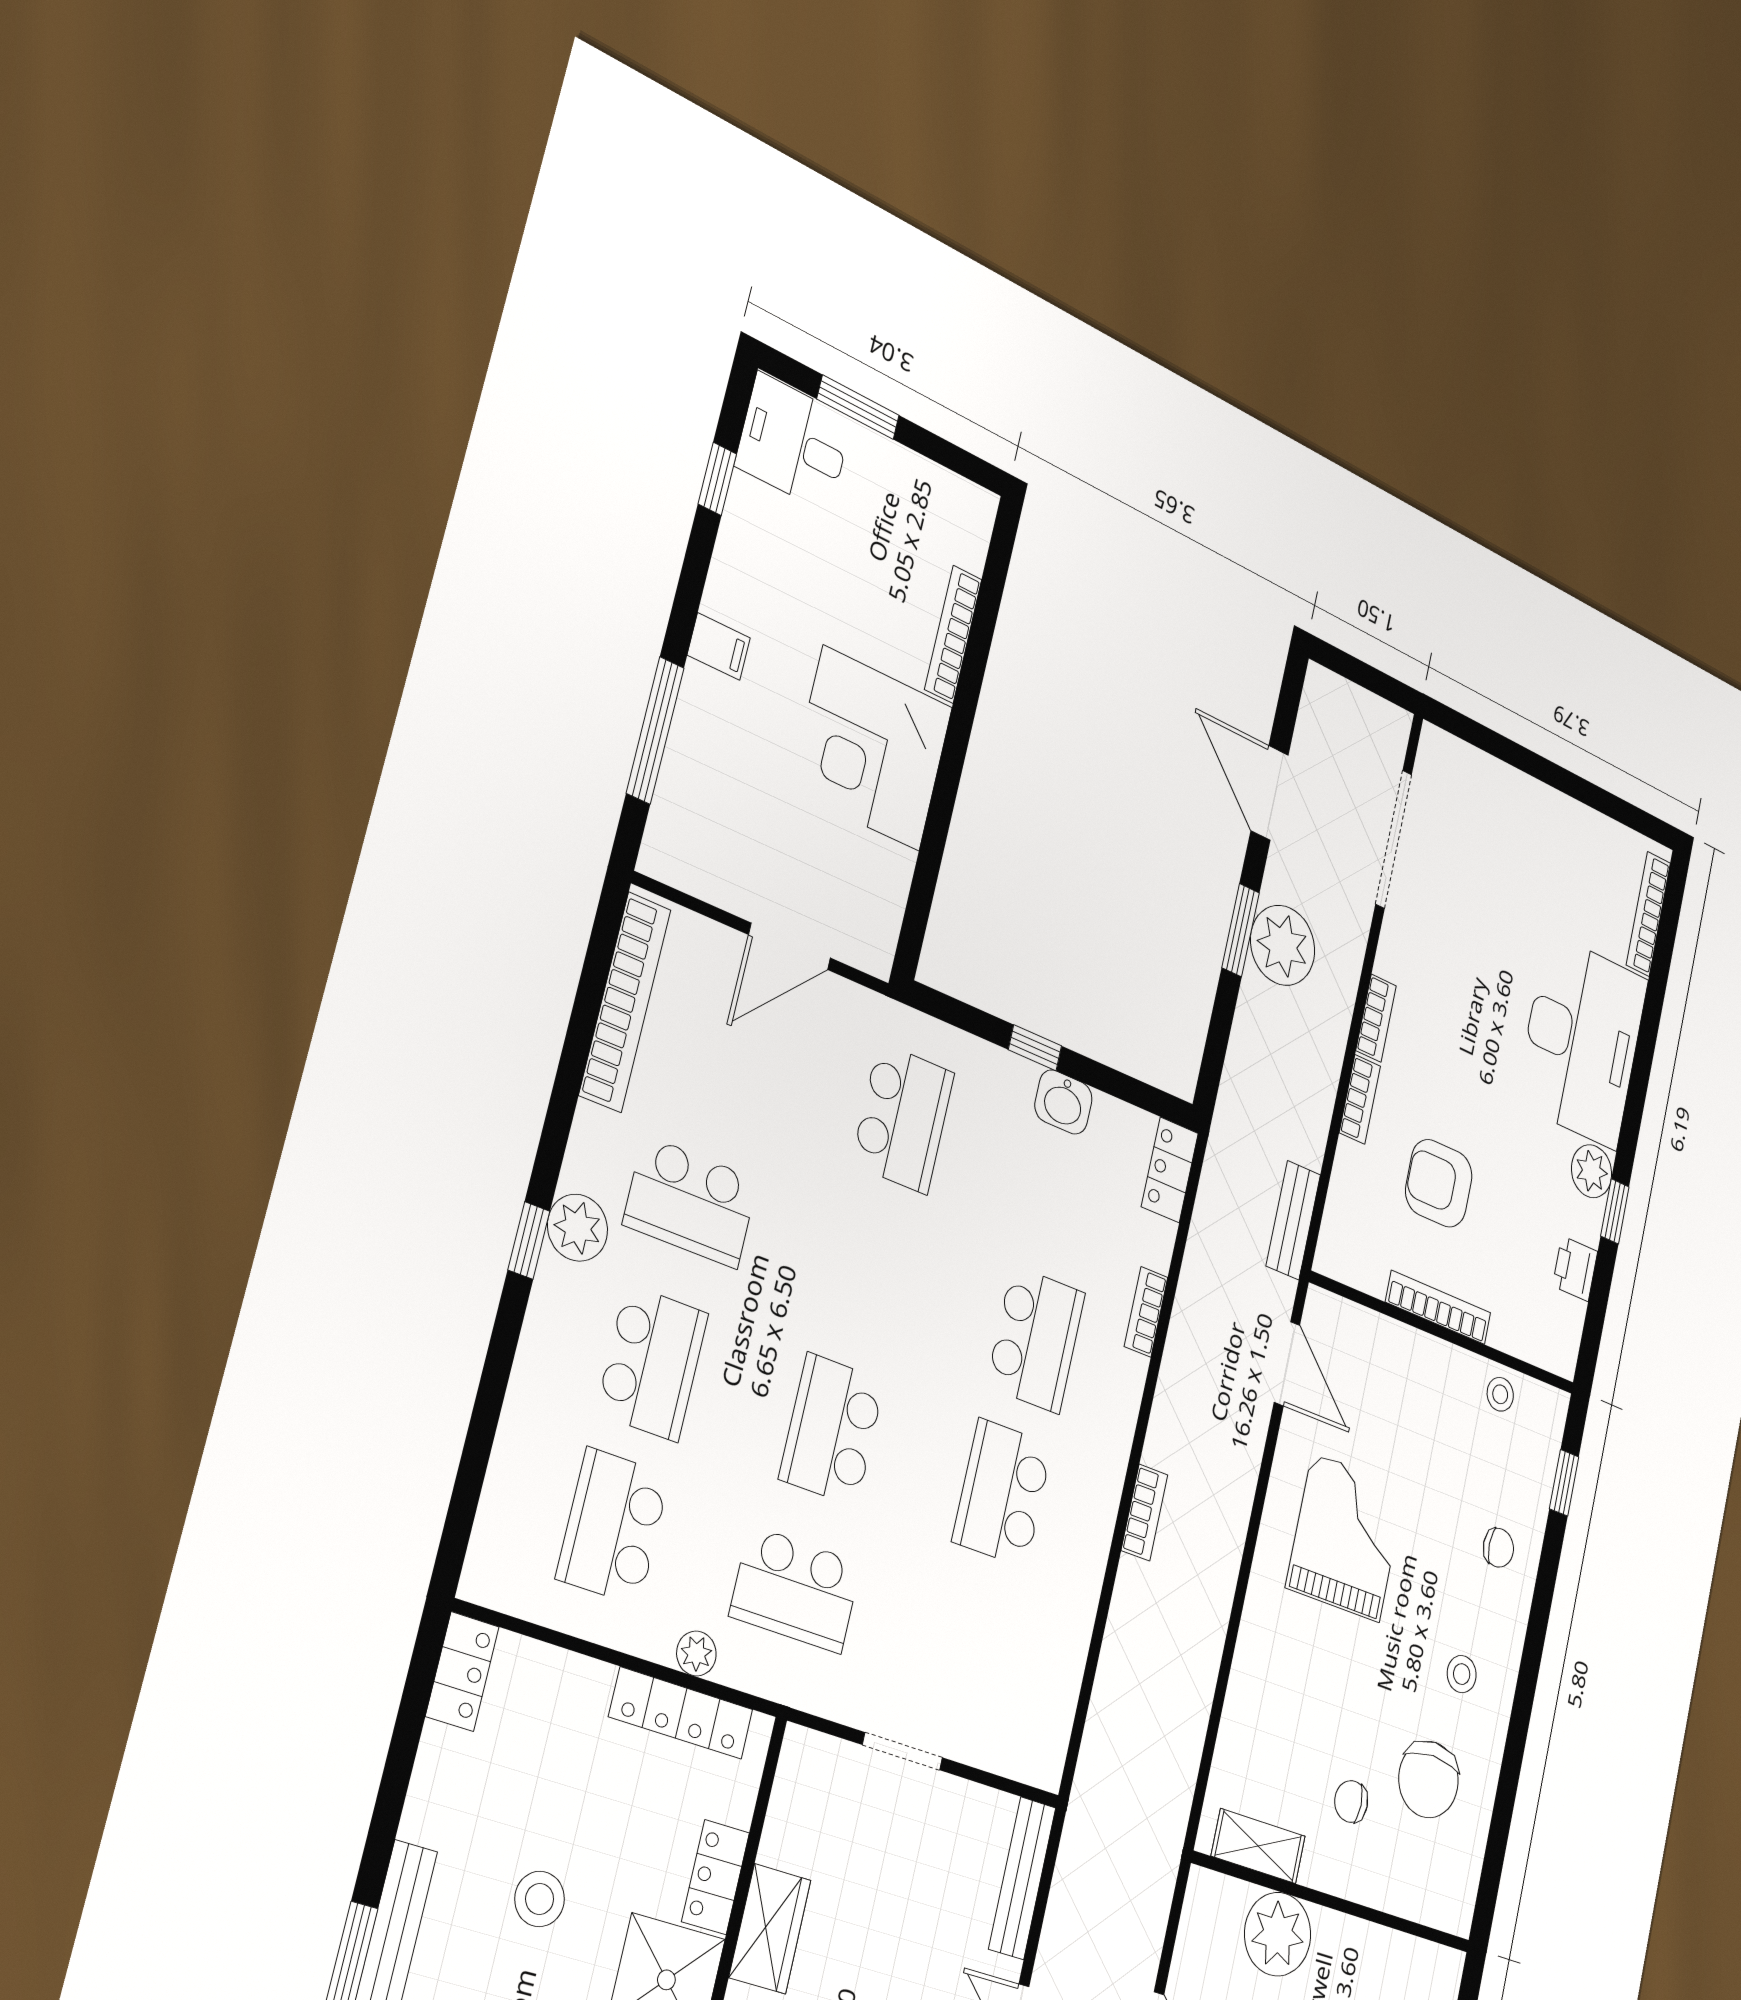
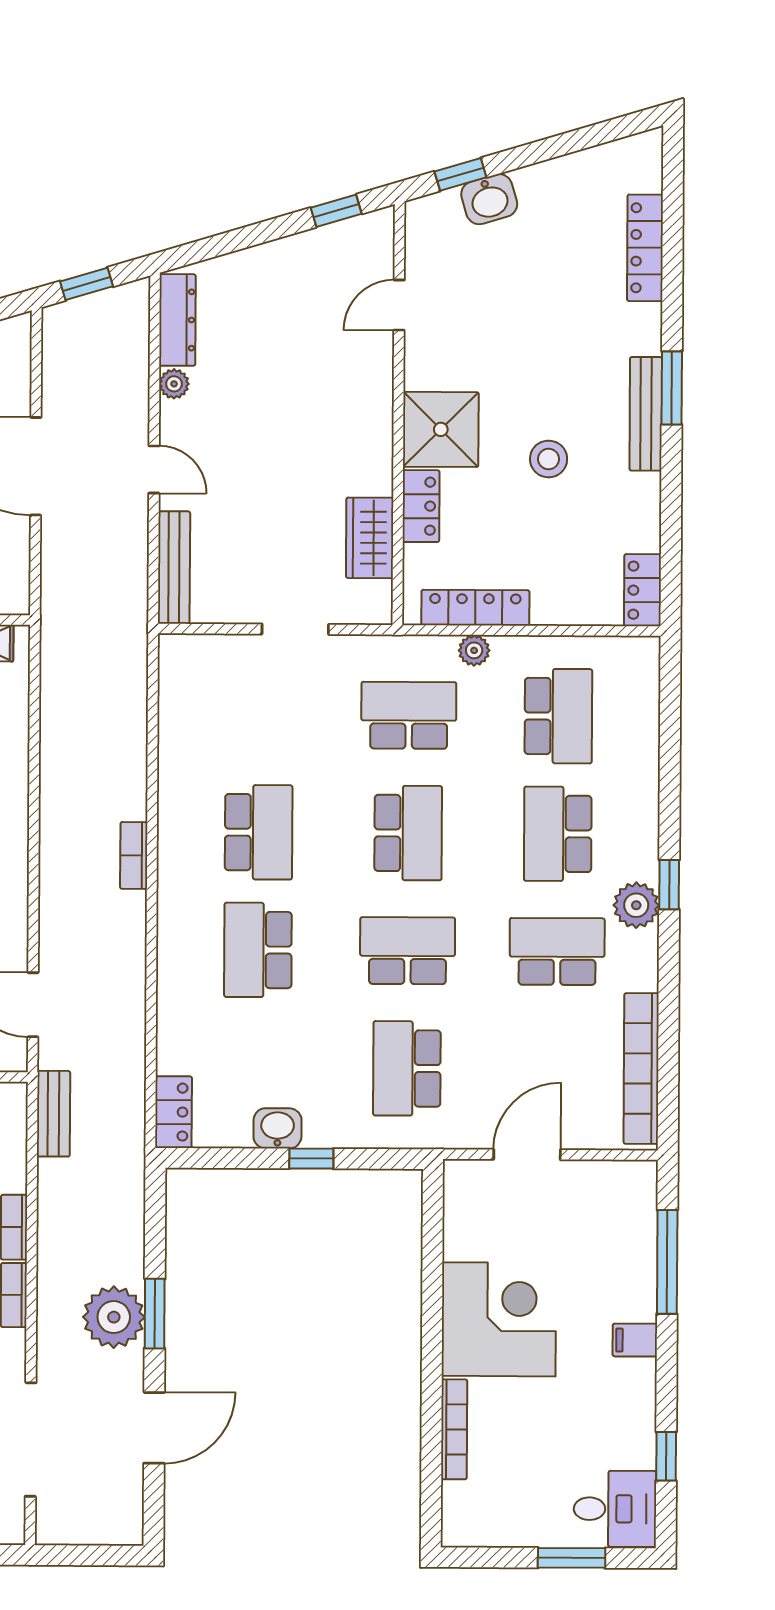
door: (1270, 793) -> (154, 1428), hinge flipped
school desk: (868, 1273) -> (408, 951), added
bookcase: (1146, 1312) -> (169, 1001), removed
wardrobe: (770, 1929) -> (370, 538), moved

